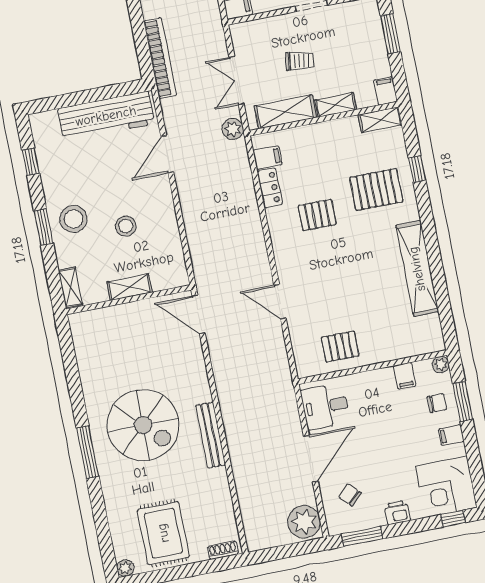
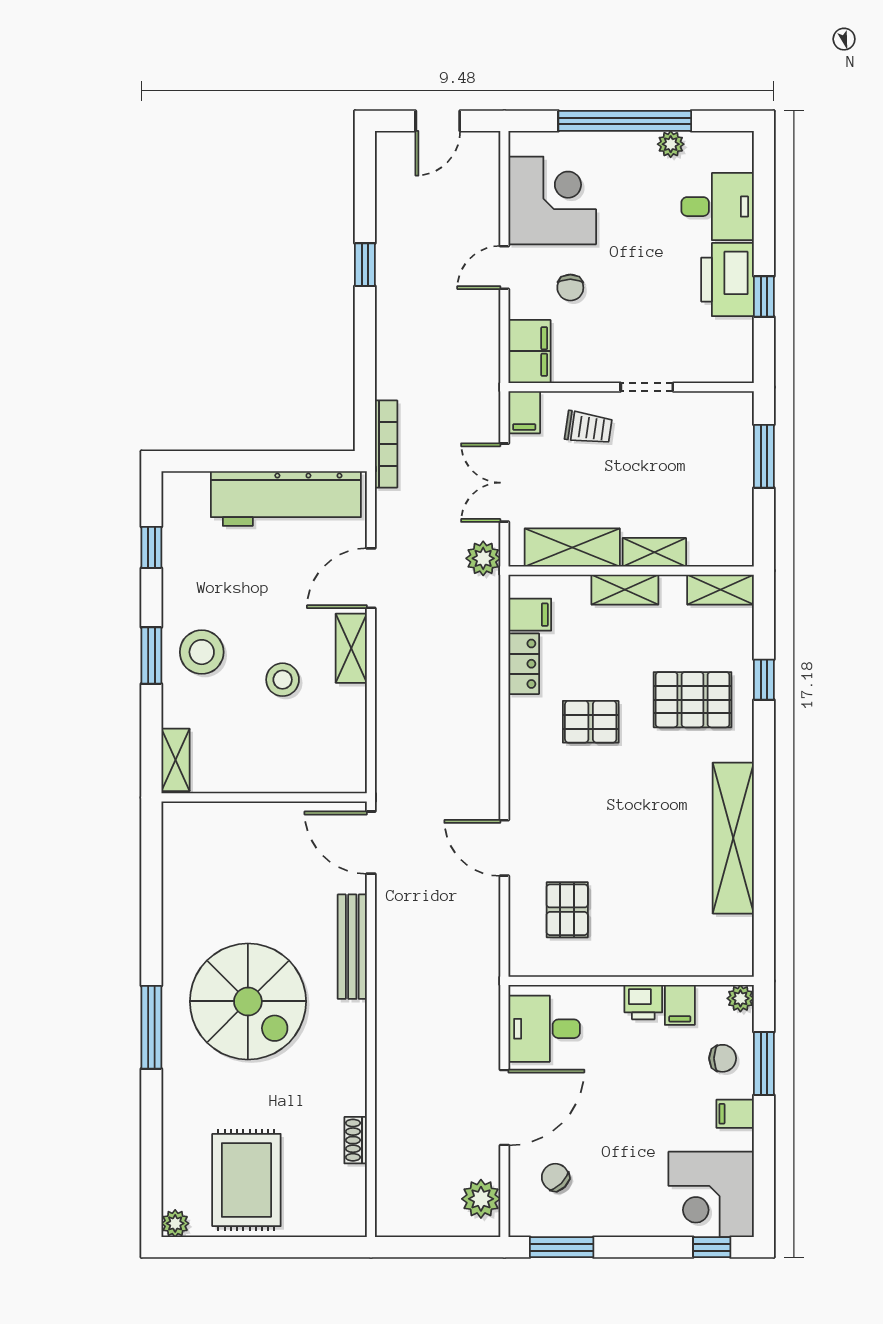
bookcase: (160, 58) -> (386, 444), width x0.68, depth x0.76
trolley: (300, 61) -> (588, 428), moved
filing cabinet: (385, 91) -> (524, 412), moved, turned 180
shelving: (322, 131) -> (625, 590), added
shelving: (130, 287) -> (351, 648), moved, turned 90
pallet: (340, 347) -> (567, 910), moved, turned 90
bench: (211, 435) -> (352, 947), moved
printer: (397, 512) -> (643, 1002), moved, turned 180
plant: (304, 522) -> (481, 1199), width x0.73, depth x0.73
shoe rack: (223, 550) -> (356, 1140), moved, turned -90

